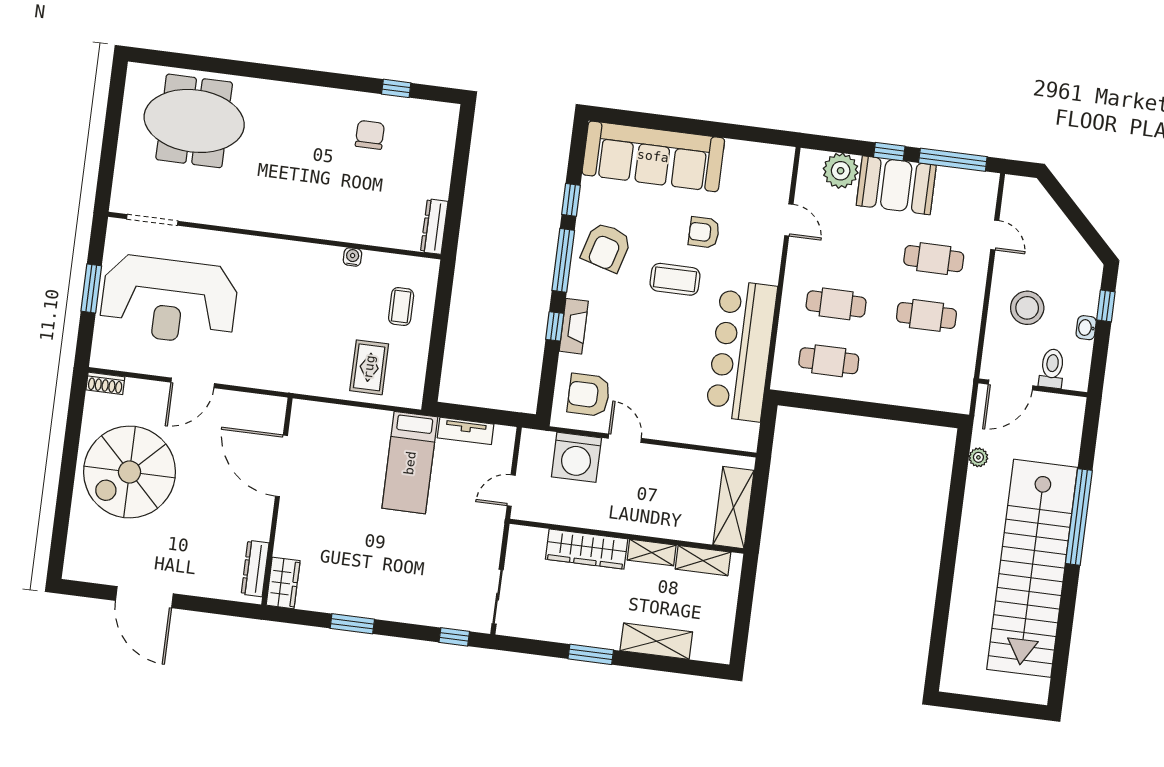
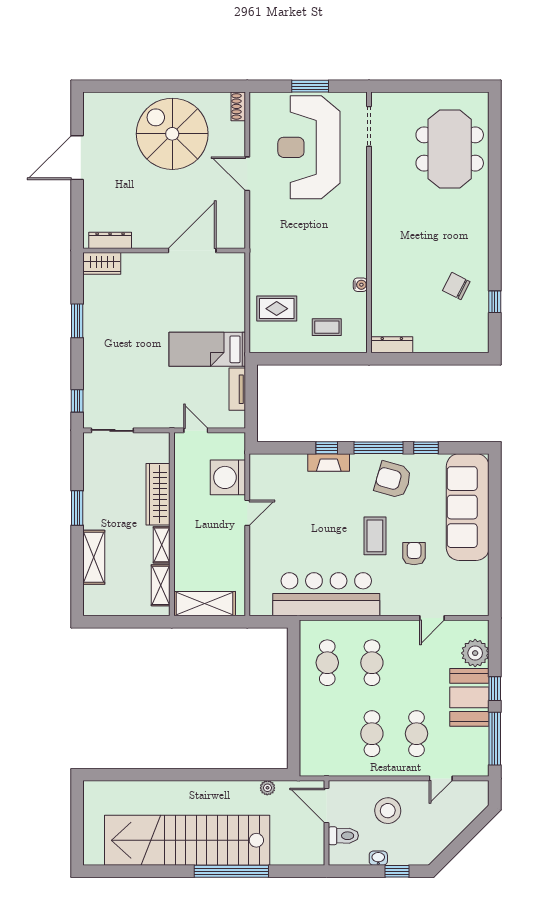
chair: (370, 135) -> (456, 286), turned -153
armchair: (589, 395) -> (277, 481), removed

